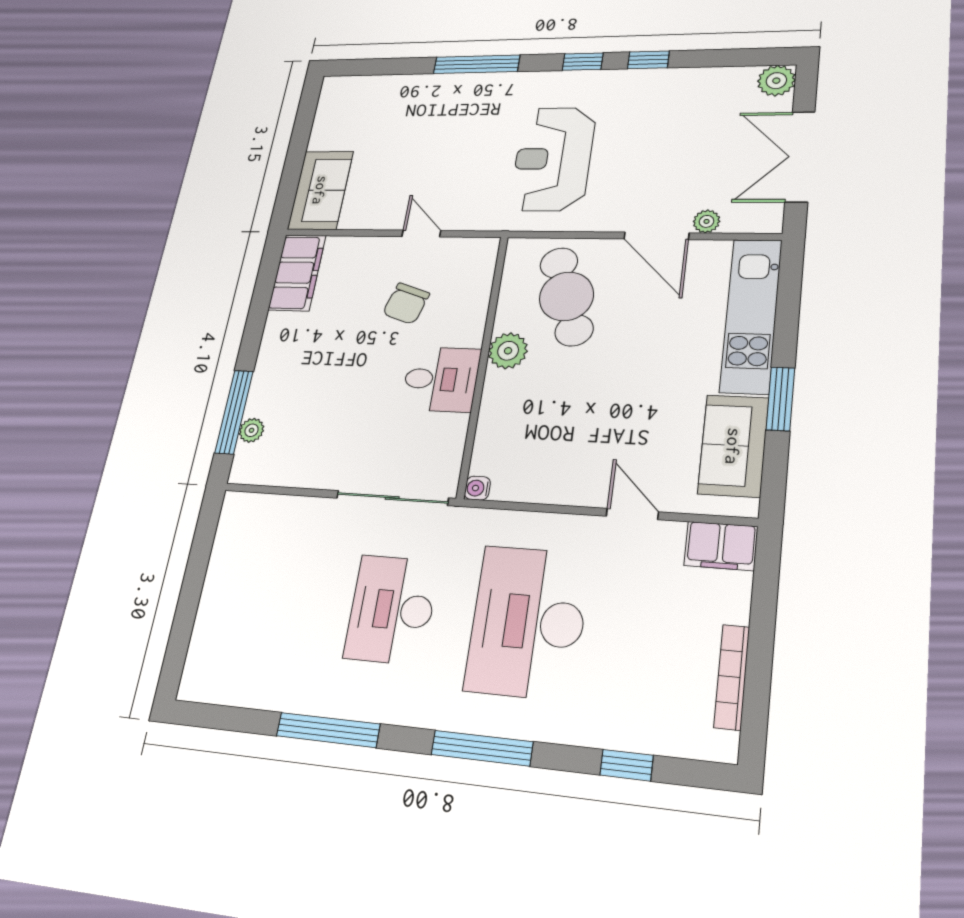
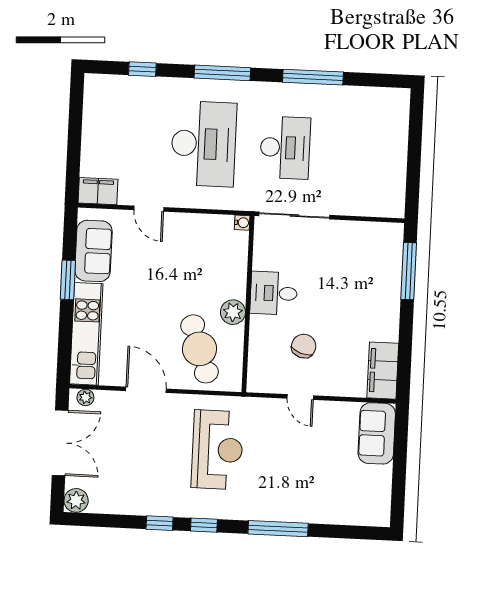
plant: (707, 221) -> (85, 397), moved
plant: (252, 430) -> (394, 259), removed
bookcase: (732, 677) -> (89, 119), removed

